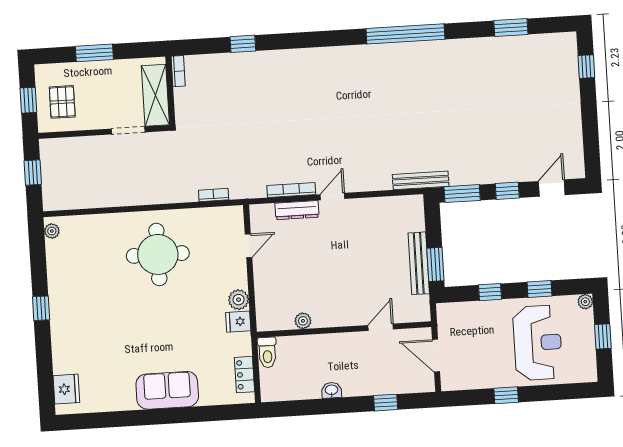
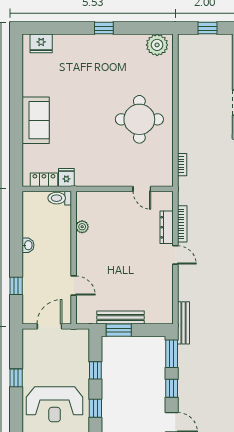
plant: (52, 231) -> (157, 45), width x1.88, depth x1.88
plant: (239, 300) -> (101, 179), removed
fridge: (238, 322) -> (66, 177), moved

